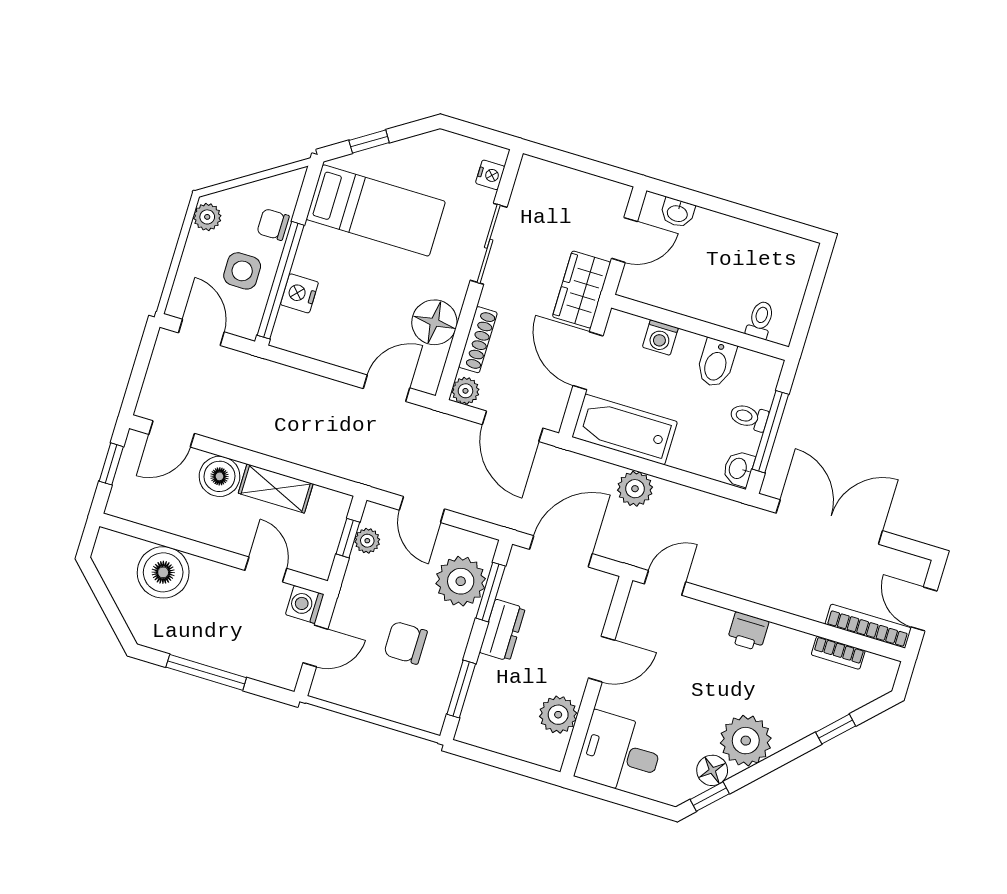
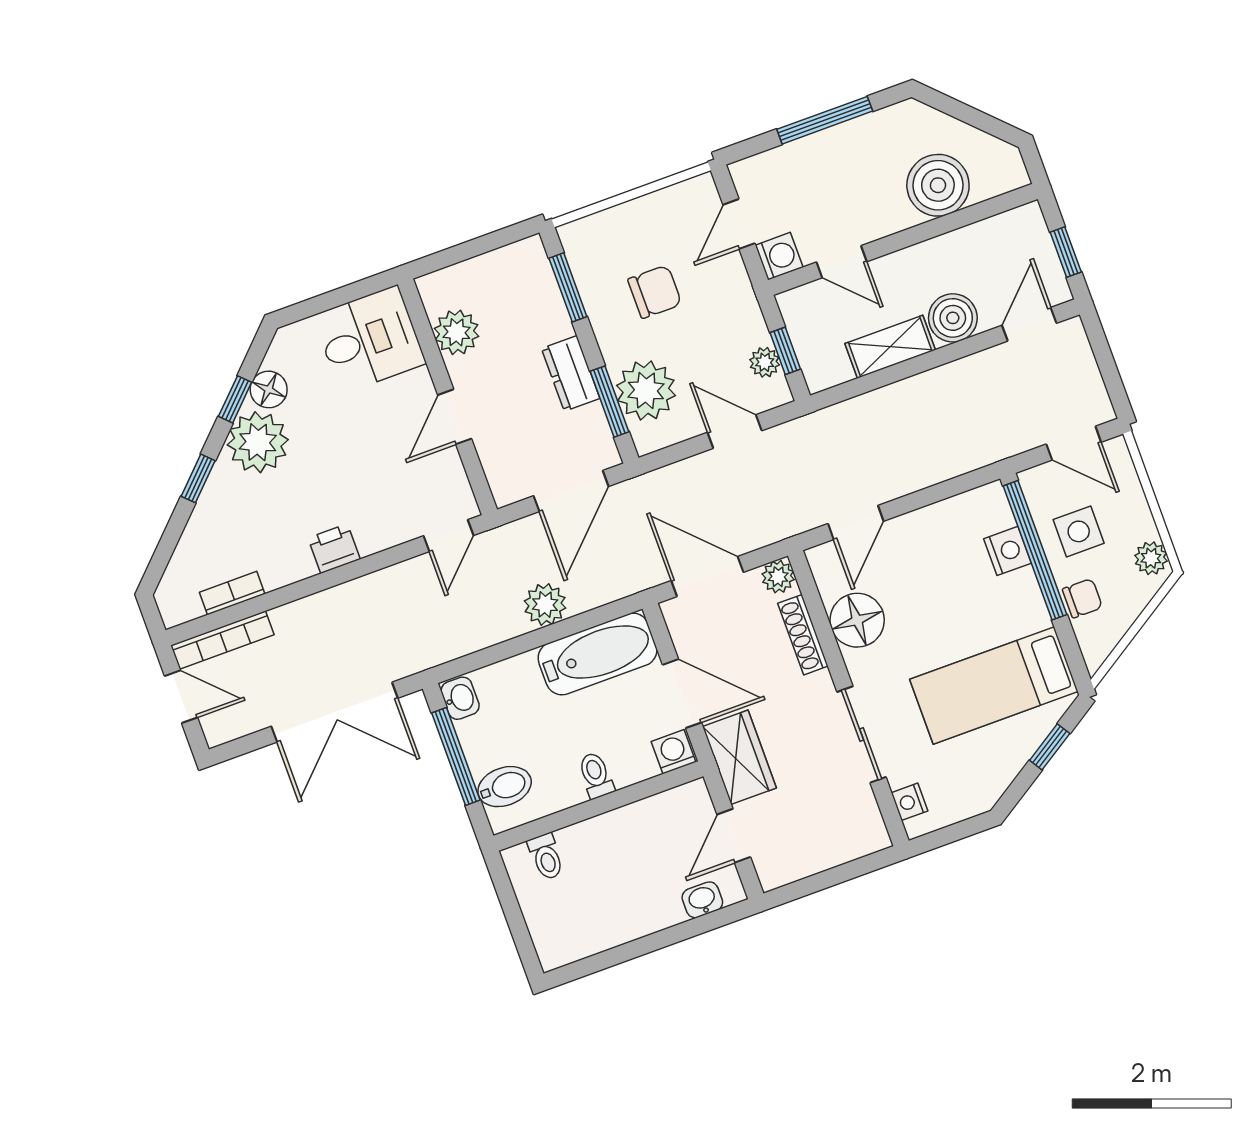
washing machine: (660, 338) -> (673, 752), moved
bidet: (716, 363) -> (505, 787), moved, turned 90
toilet: (749, 417) -> (596, 775), moved, turned -90
window: (836, 729) -> (198, 478), moved
window: (710, 797) -> (235, 399), moved

